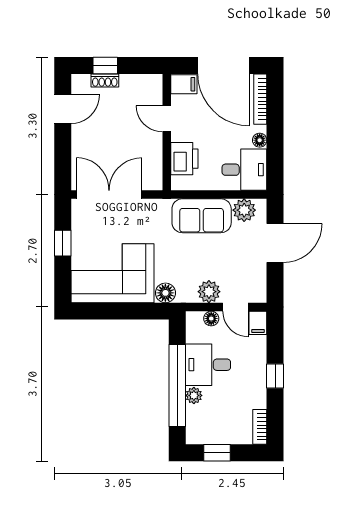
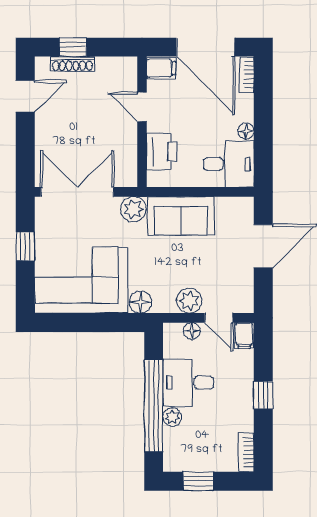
shoe rack: (105, 80) -> (72, 64), width x1.43
bookcase: (260, 99) -> (247, 75), width x0.64
plant: (244, 210) -> (133, 209), moved

